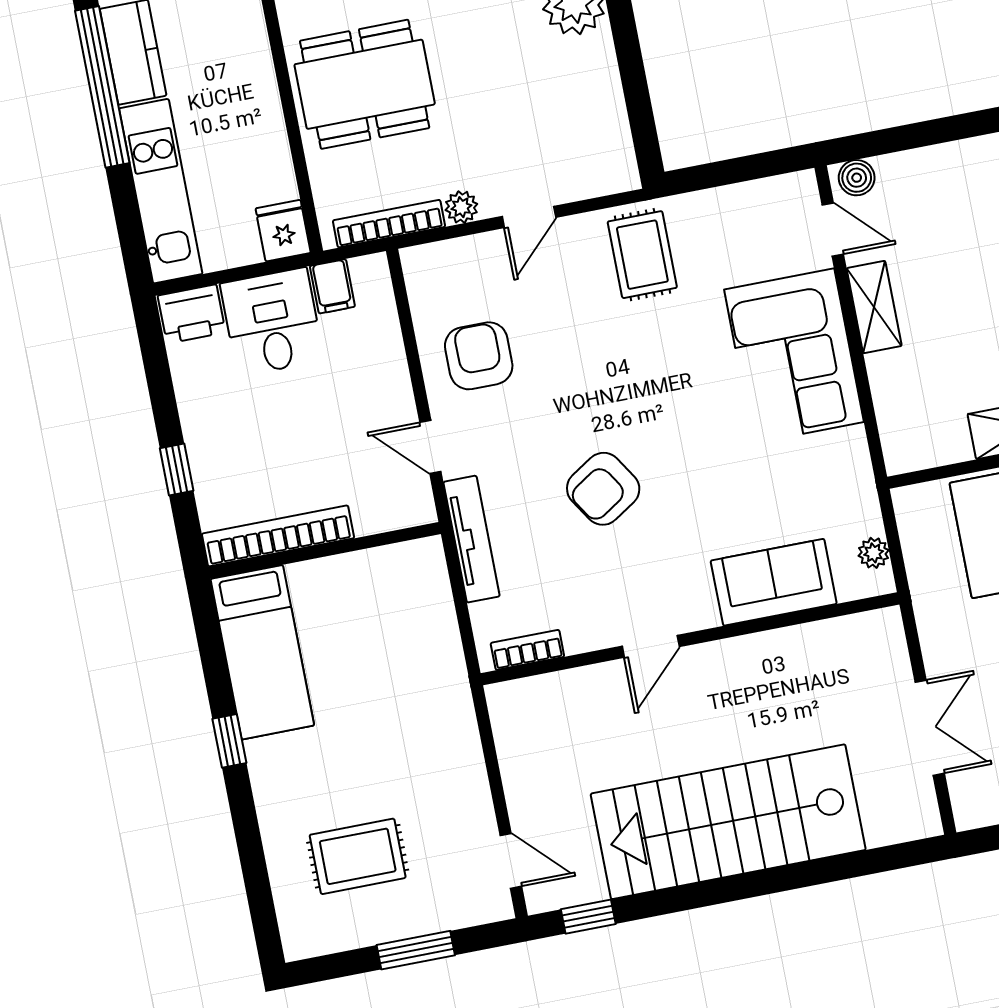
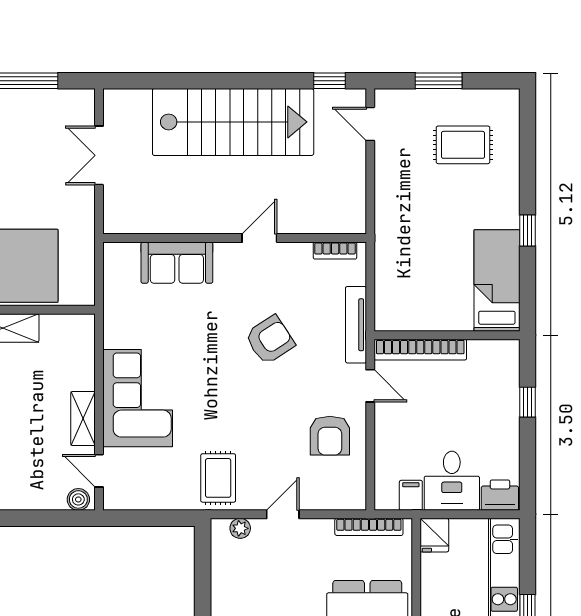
plant: (461, 207) -> (240, 528), moved
bookcase: (278, 536) -> (420, 350), moved
plant: (874, 553) -> (112, 269), removed

